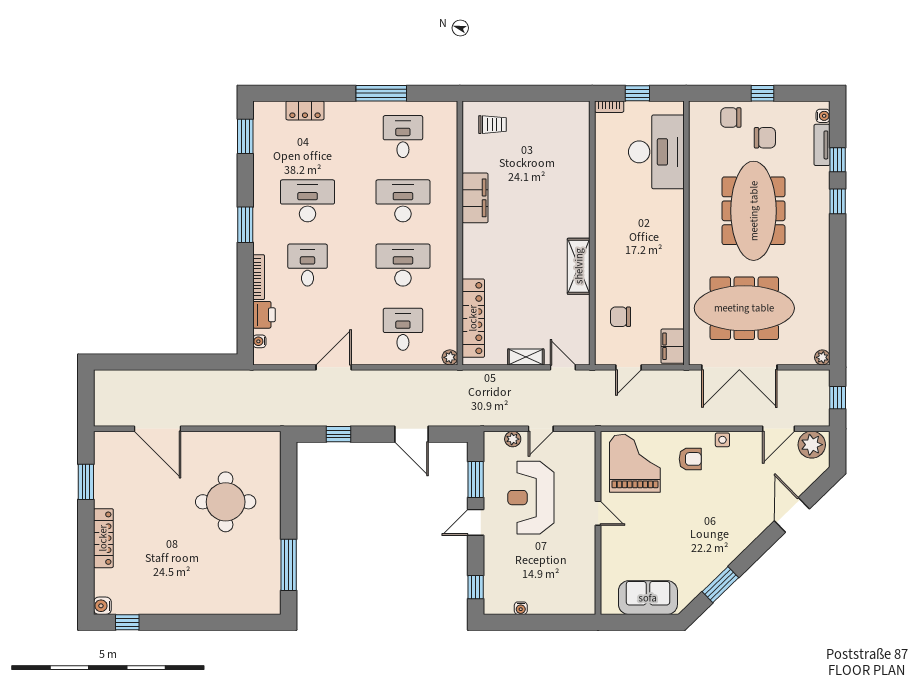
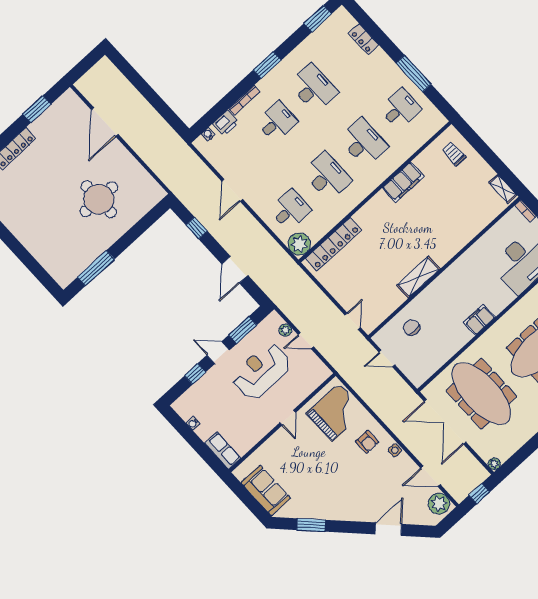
trolley: (492, 125) -> (454, 154), turned 180
filing cabinet: (673, 346) -> (479, 320), moved
plant: (450, 357) -> (299, 244), width x1.88, depth x1.88
shelving: (526, 357) -> (503, 189), moved
door: (334, 367) -> (232, 190), swing flipped
window: (476, 587) -> (195, 374), moved
row of seats: (573, 604) -> (223, 451), added

